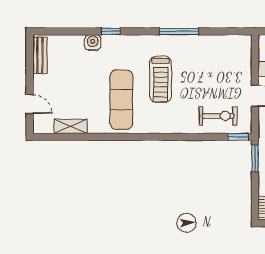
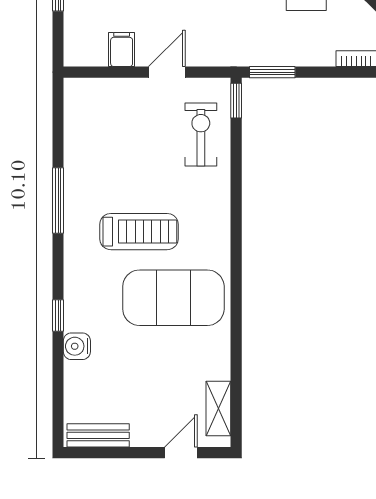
exercise mat: (121, 100) -> (173, 298), width x1.47
shelving: (71, 126) -> (218, 409), moved

